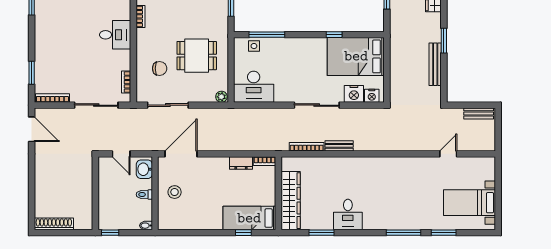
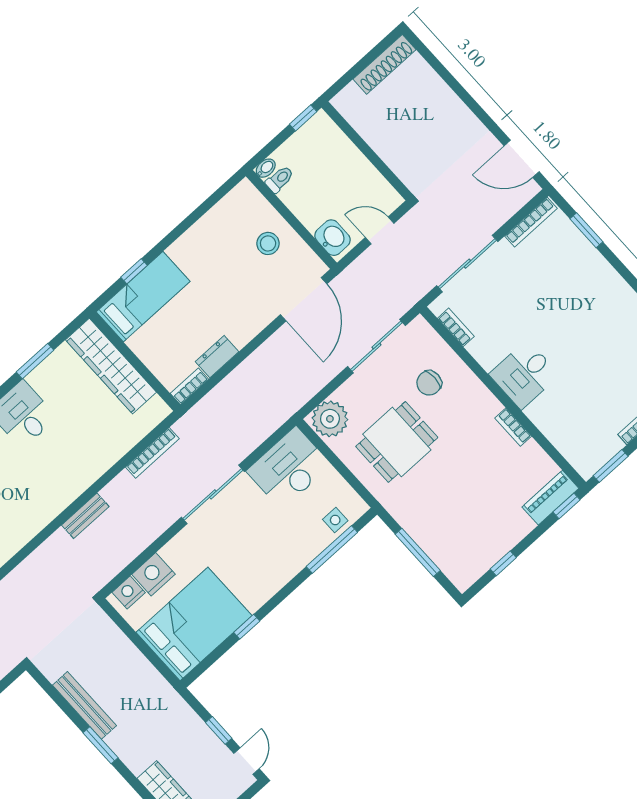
plant: (221, 97) -> (330, 419), width x1.87, depth x1.87
sliding door: (317, 105) -> (213, 494), moved
bench: (339, 146) -> (85, 516), moved
toilet: (144, 194) -> (280, 179), moved

